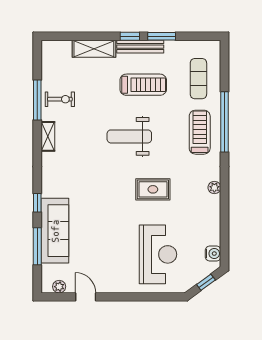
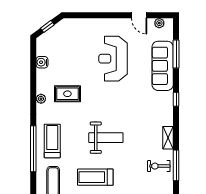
treadmill: (200, 132) -> (52, 141), turned 180
rug: (153, 189) -> (67, 94), moved
window: (37, 203) -> (176, 99), moved
reception desk: (158, 254) -> (113, 59), moved
water cooler: (213, 254) -> (42, 62), moved

